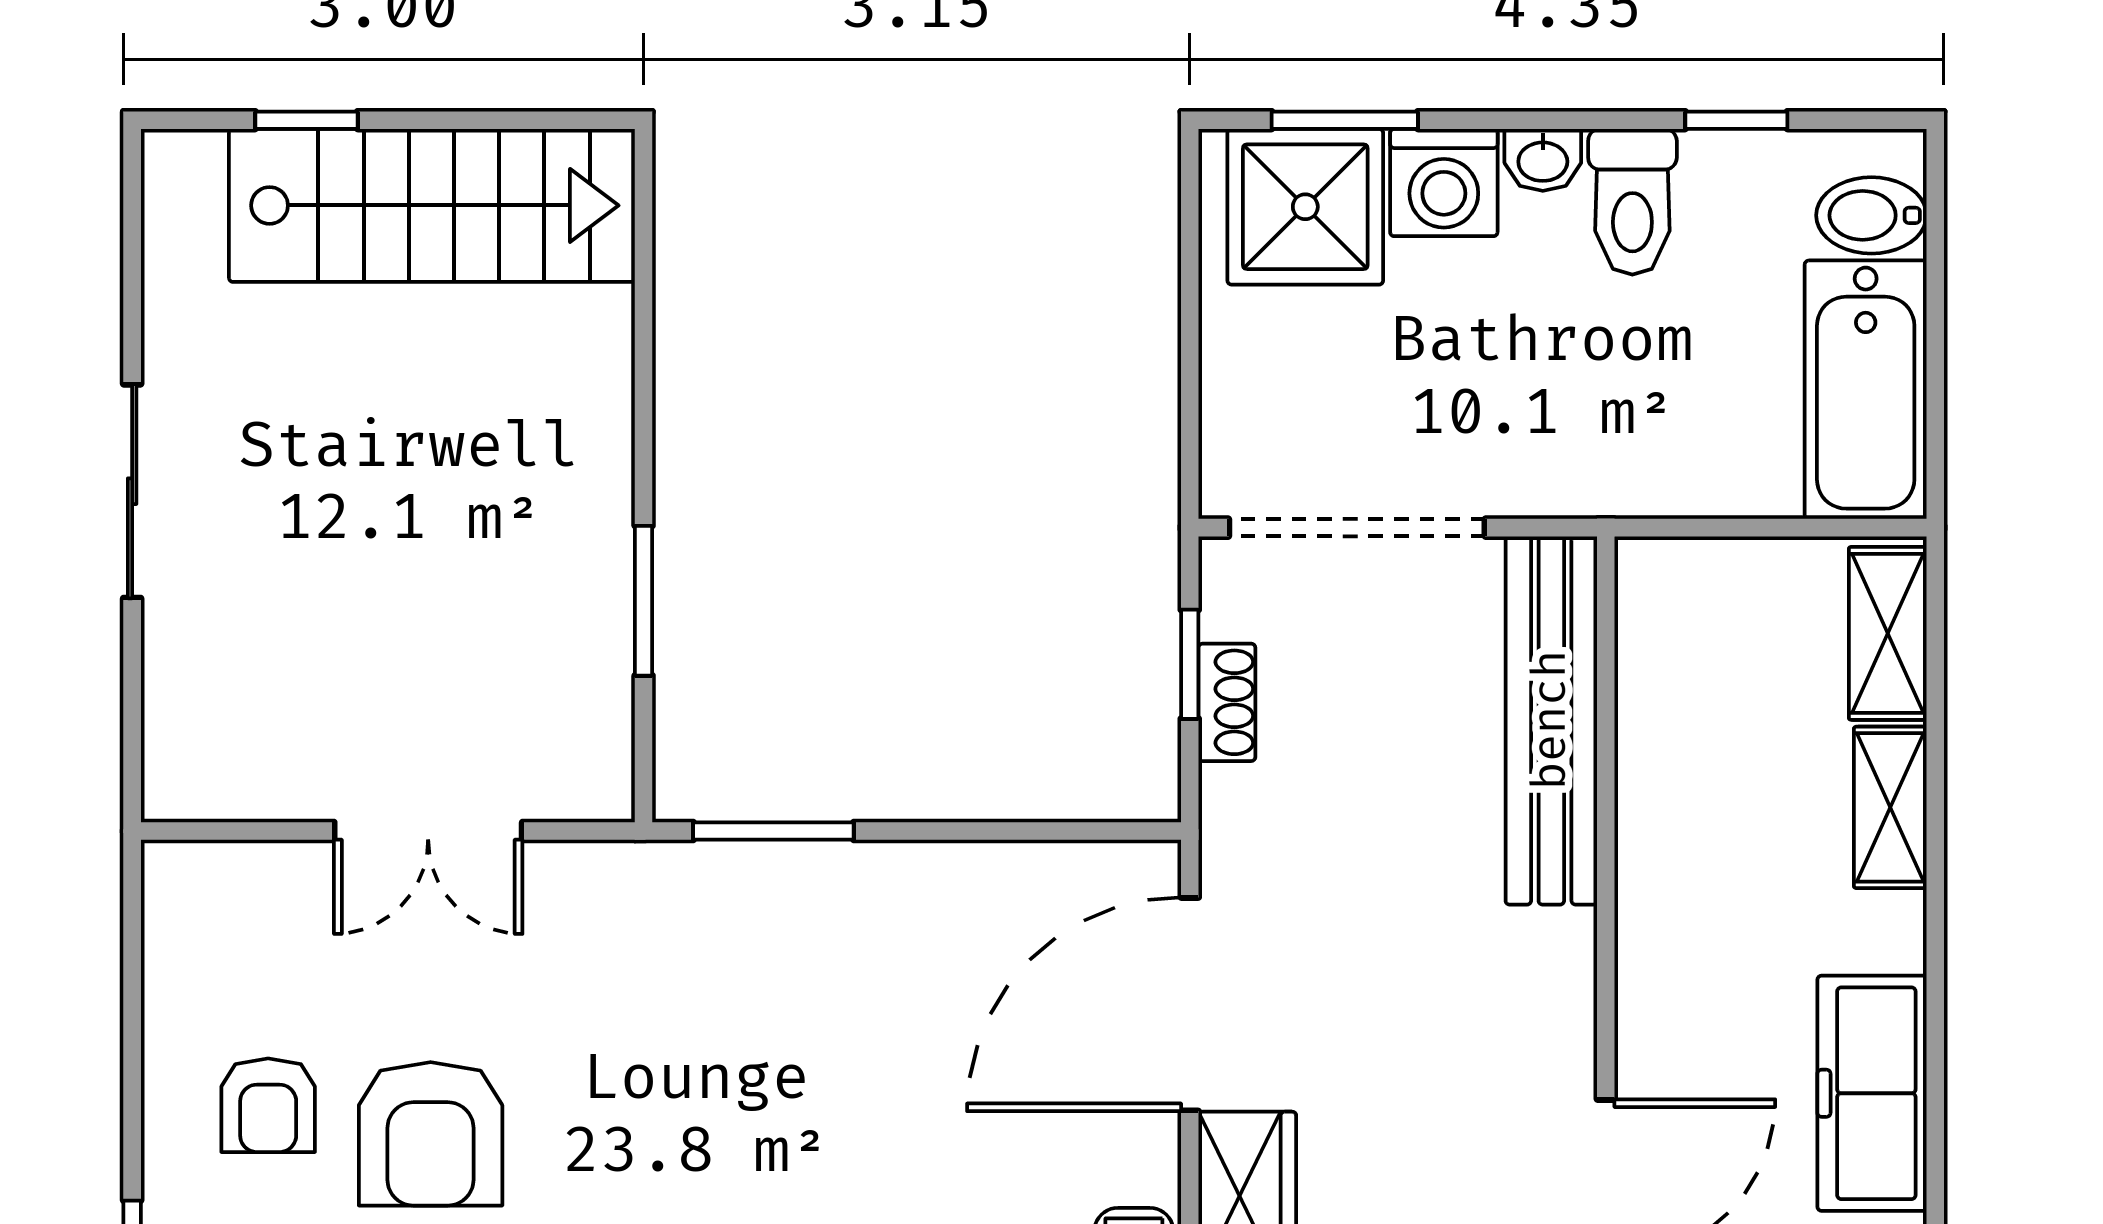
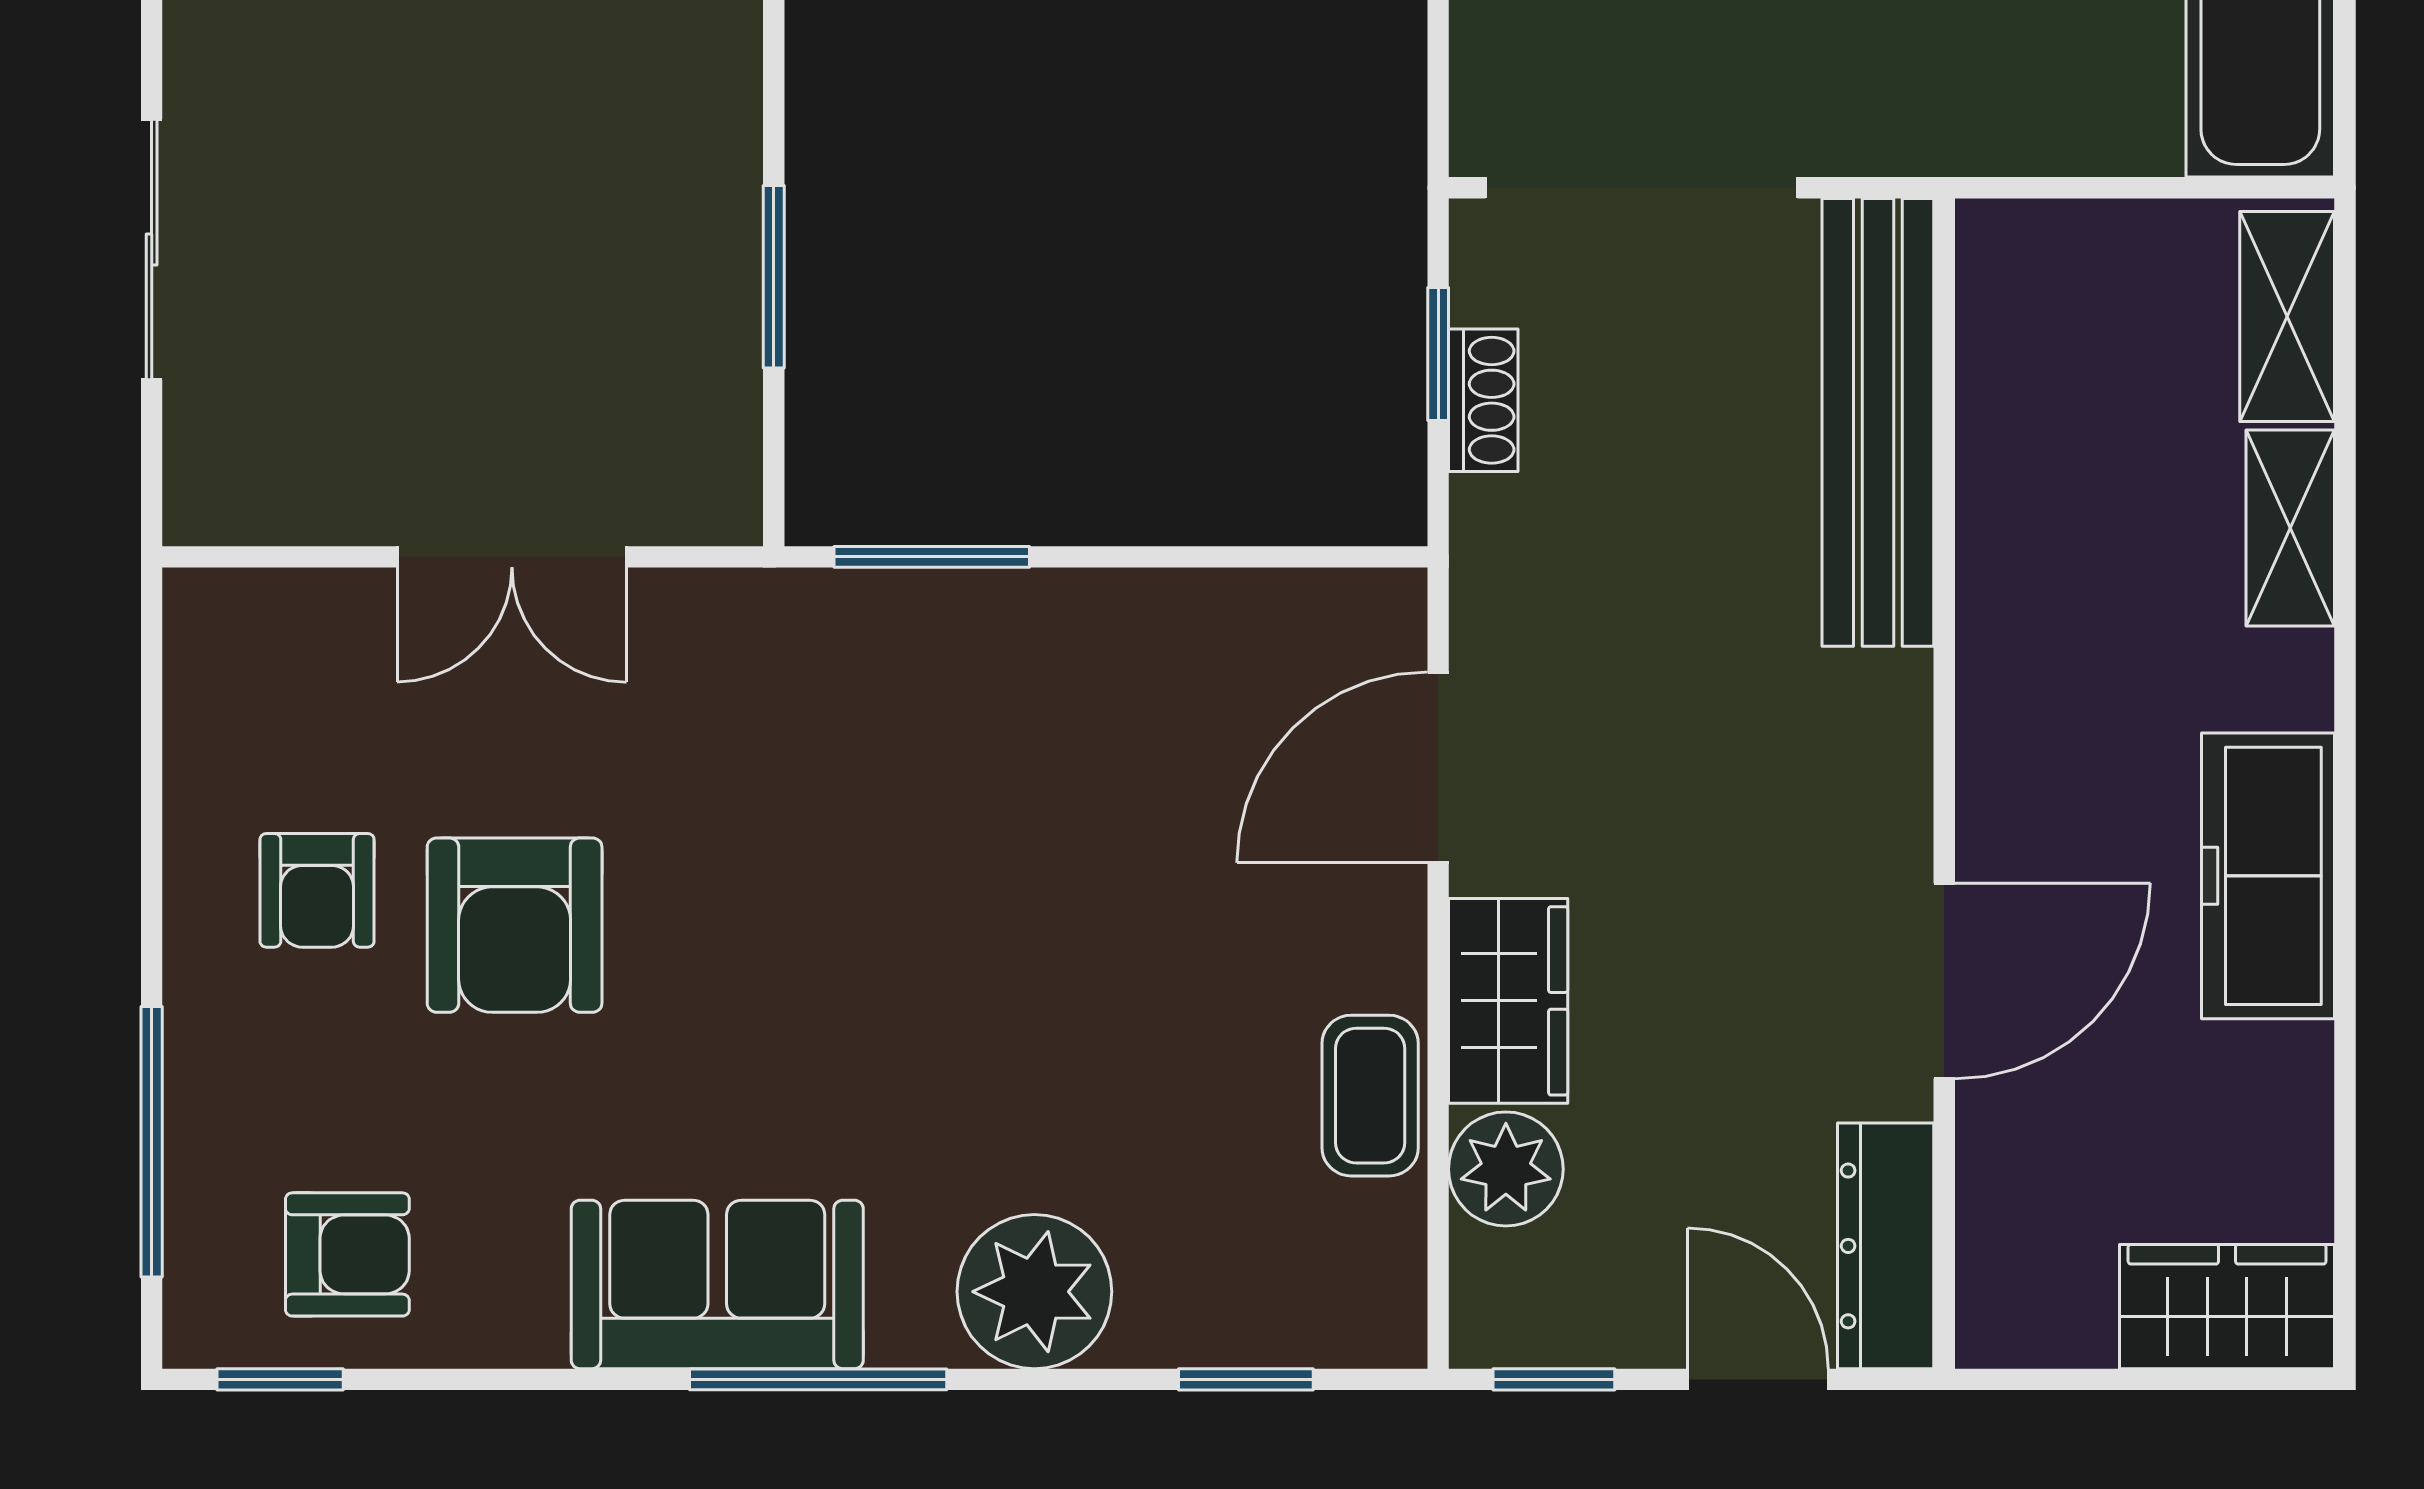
sliding door: (132, 491) -> (152, 250), moved
door: (1190, 1004) -> (1438, 768), width x0.73

